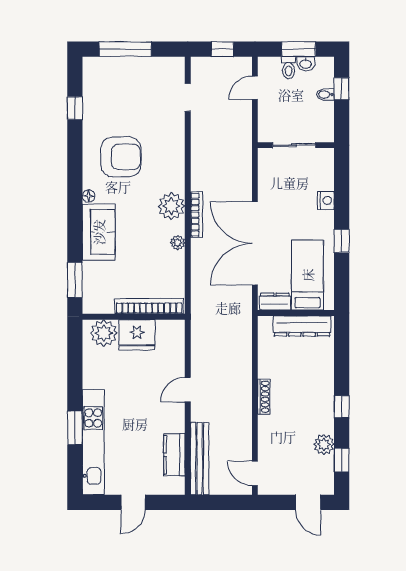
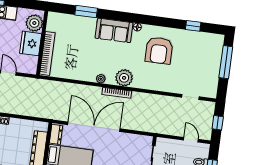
bookcase: (149, 306) -> (47, 53), moved
wall: (134, 317) -> (42, 43), moved
plant: (104, 333) -> (34, 23), moved
fridge: (137, 335) -> (31, 43), moved

